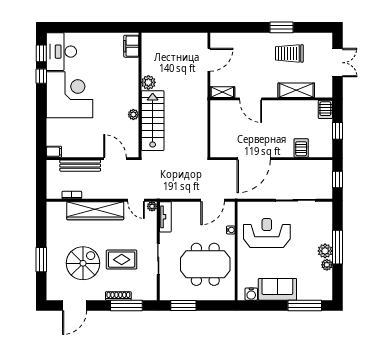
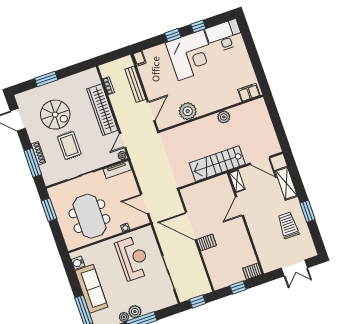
window: (41, 53) -> (173, 35), moved
shelving: (296, 90) -> (286, 183), moved
plant: (133, 115) -> (188, 111), width x1.88, depth x1.88
stairs: (153, 121) -> (217, 164), moved, turned 180
server rack: (301, 148) -> (207, 243), moved
sofa: (277, 289) -> (91, 289), width x1.36

